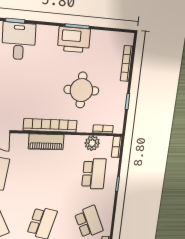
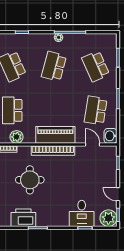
printer: (74, 40) -> (23, 218), moved
piano: (46, 142) -> (55, 135), width x1.37, depth x1.33

